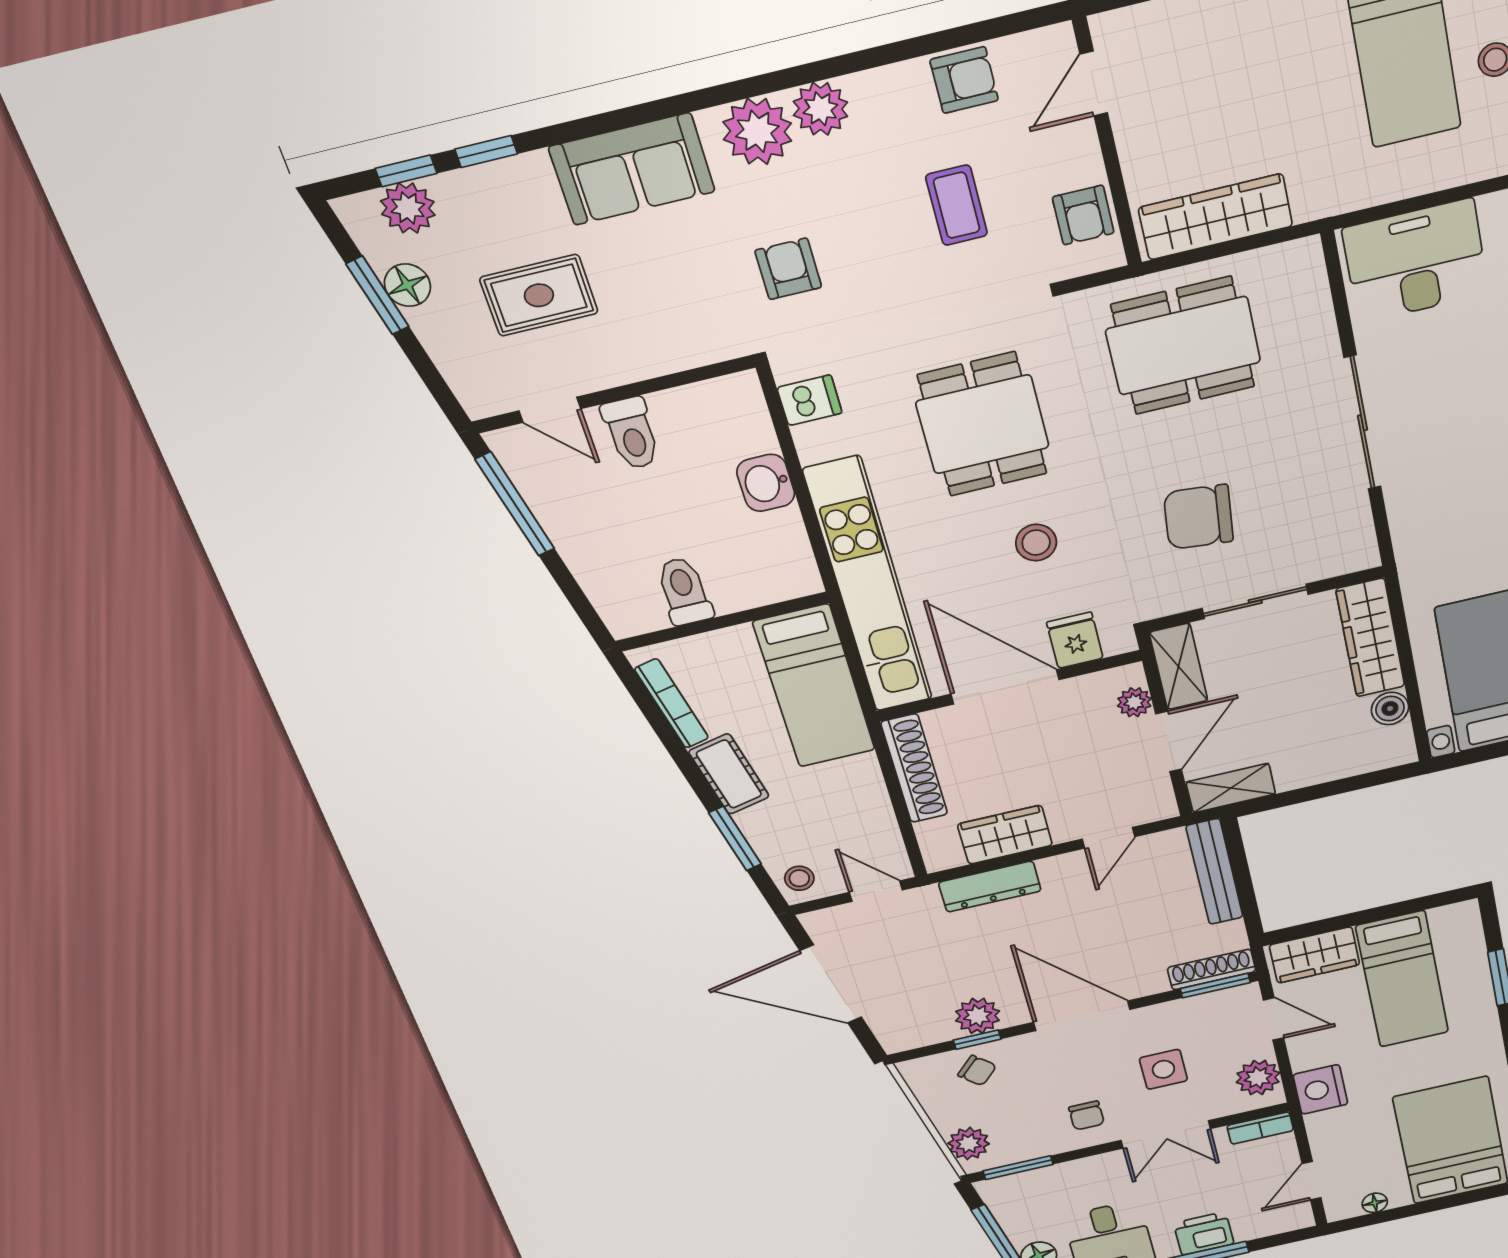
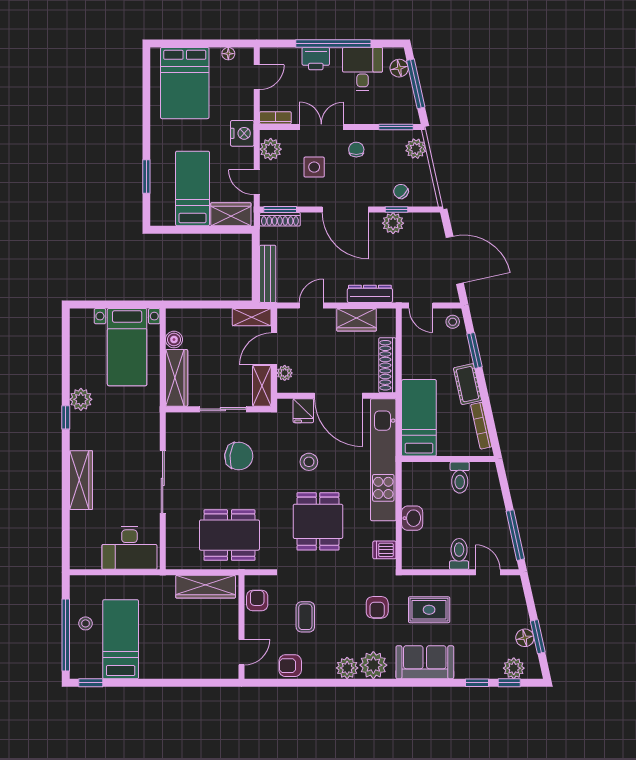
rug: (539, 295) -> (429, 610), moved

